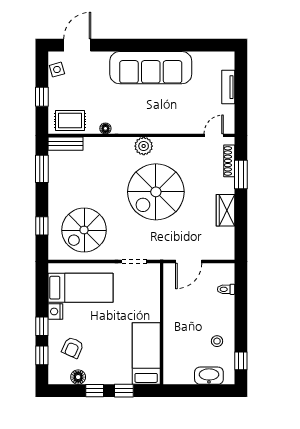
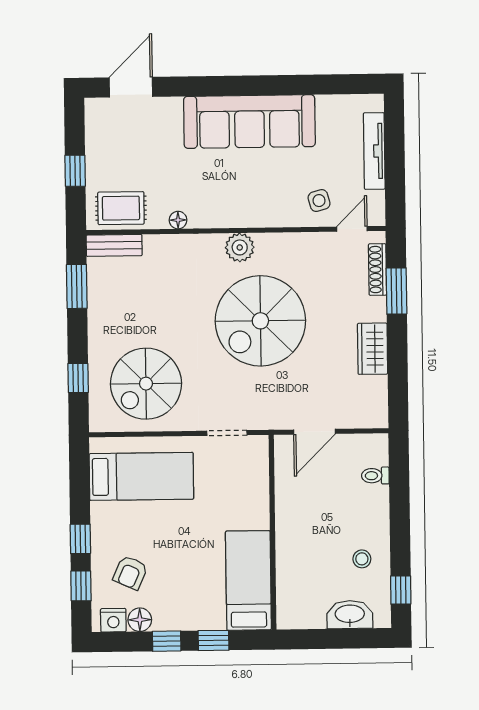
side table: (57, 70) -> (319, 201), moved
tv unit: (228, 87) -> (374, 151), width x1.41
nightstand: (55, 311) -> (113, 620), moved, turned -90

